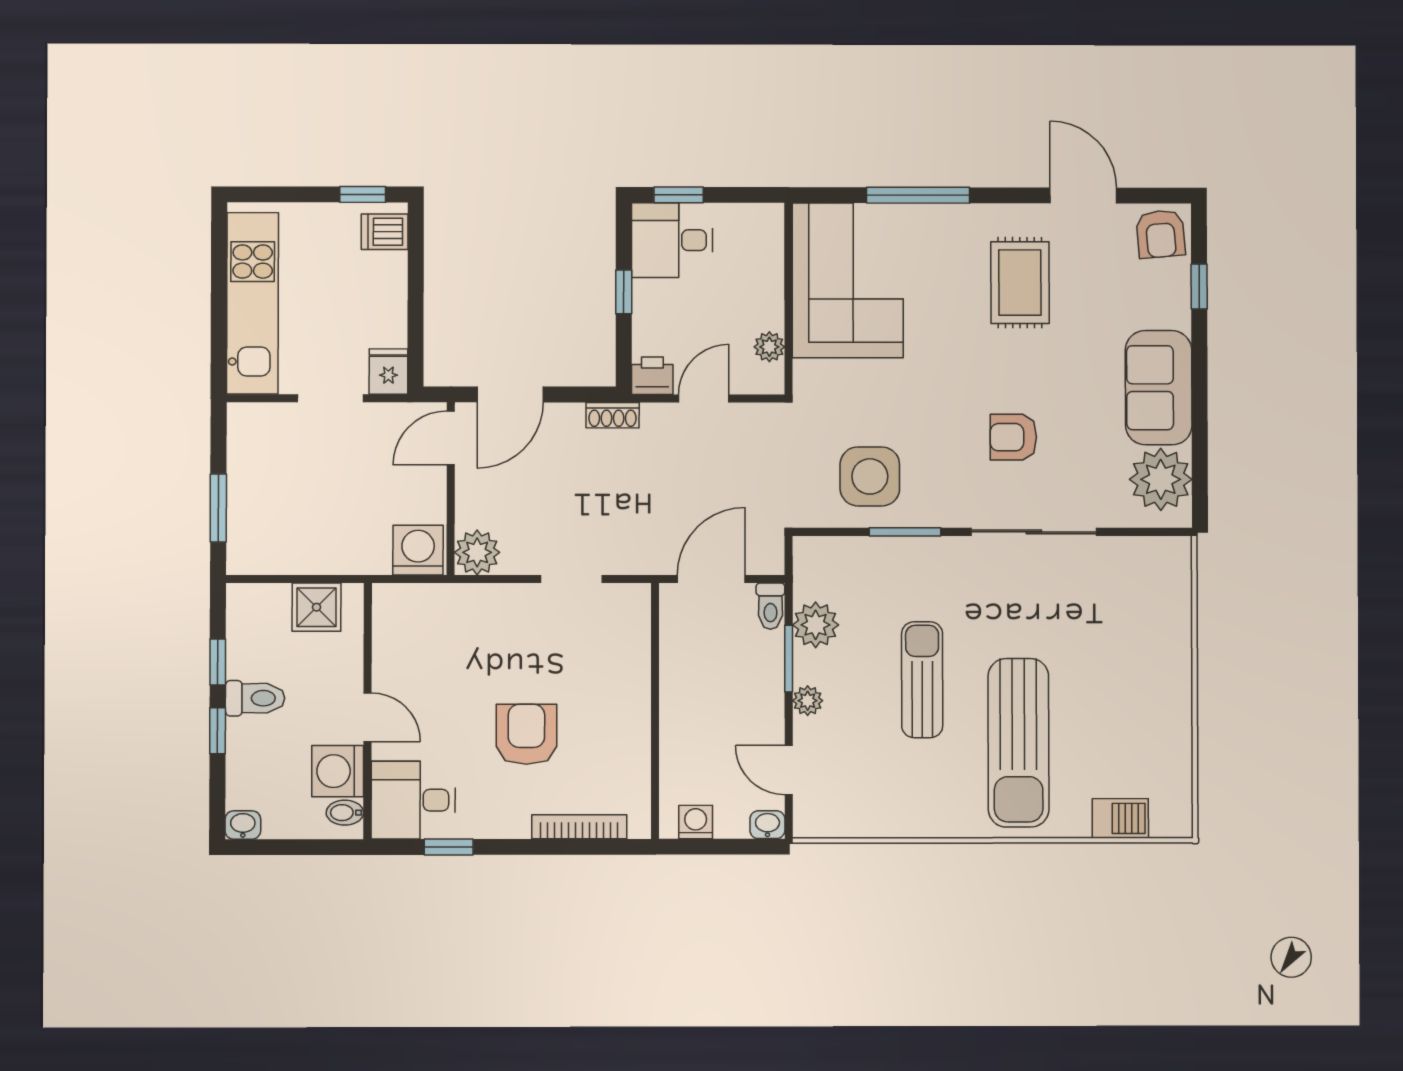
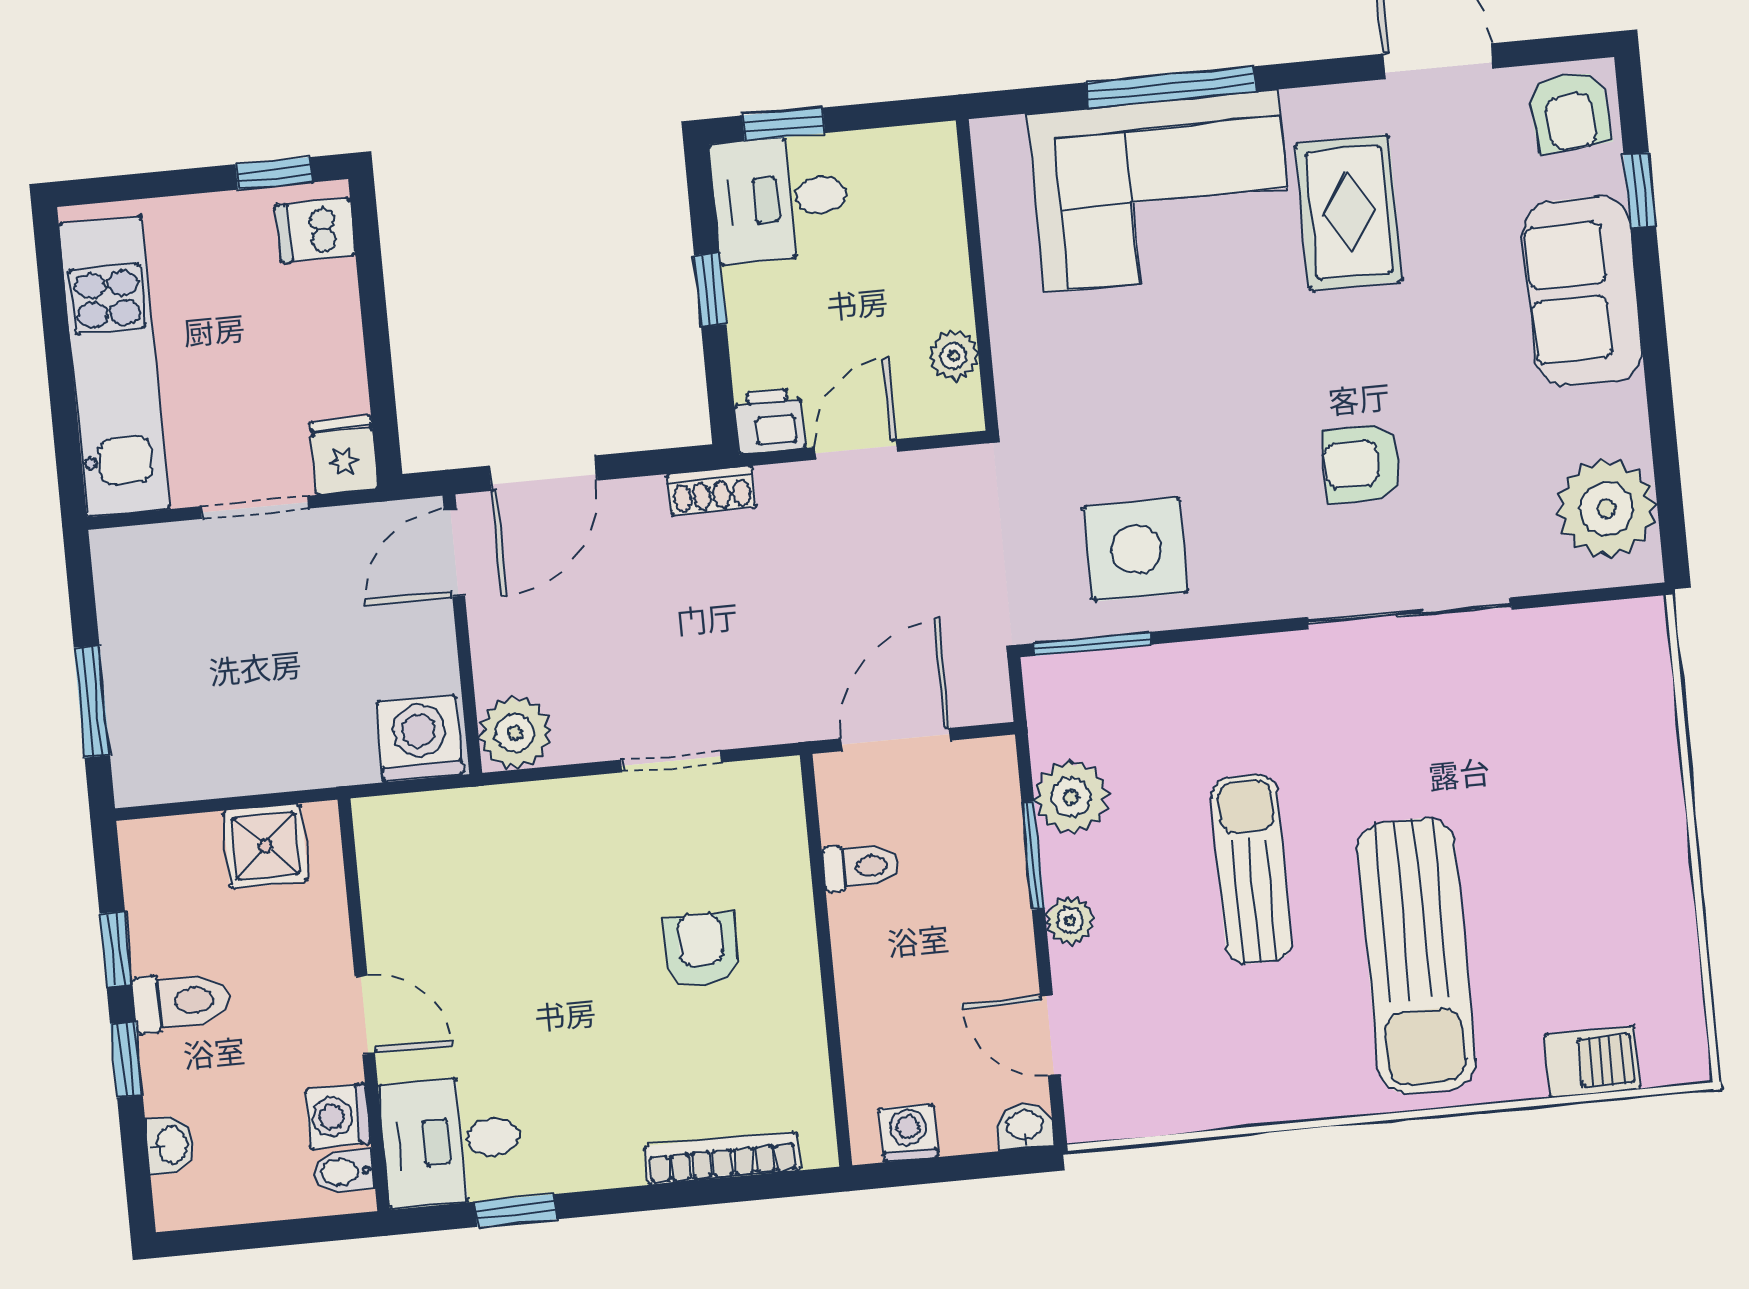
corner sofa: (848, 280) -> (1161, 191), moved, turned 90
sofa: (1159, 388) -> (1583, 291), moved
window: (905, 532) -> (1093, 644), moved
toilet: (770, 606) -> (861, 867), moved, turned -90
armchair: (526, 734) -> (701, 950), moved, width x0.72, depth x0.72
washing machine: (338, 771) -> (338, 1116), width x0.73, depth x0.73
washbasin: (243, 825) -> (171, 1145), moved, turned 90

